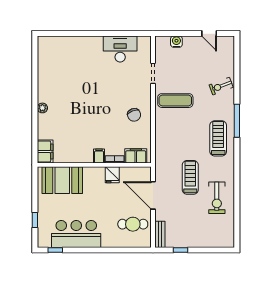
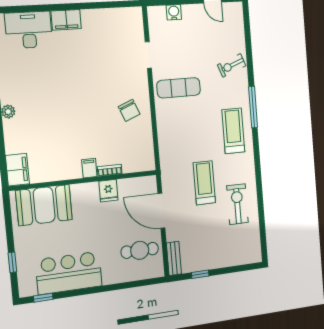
desk: (120, 49) -> (29, 30), moved
filing cabinet: (136, 156) -> (66, 20), moved, turned 180
exercise bike: (217, 198) -> (237, 204), turned 180

